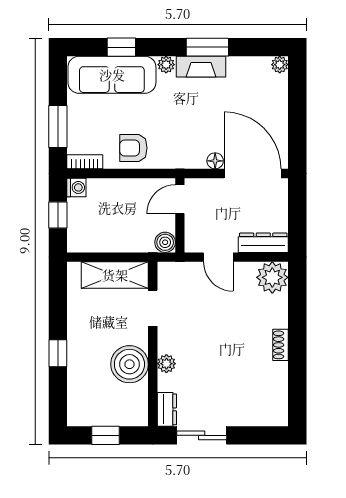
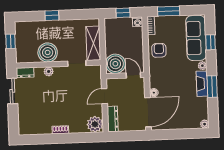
boiler: (165, 242) -> (115, 64), width x1.86, depth x1.86

